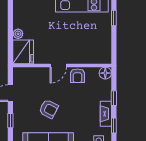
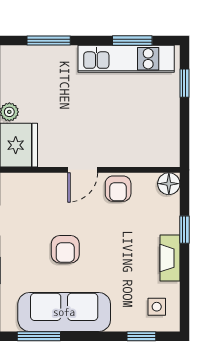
armchair: (49, 109) -> (65, 249), turned 63
window: (114, 126) -> (184, 280), removed

